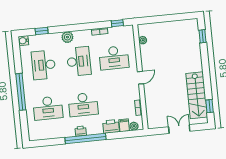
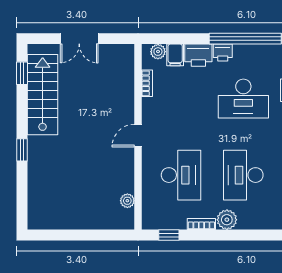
window: (202, 36) -> (22, 150), moved
plant: (67, 37) -> (227, 220), moved
desk: (114, 58) -> (181, 175), turned 90
desk: (83, 105) -> (243, 99), turned 180
printer: (81, 131) -> (223, 53), moved

